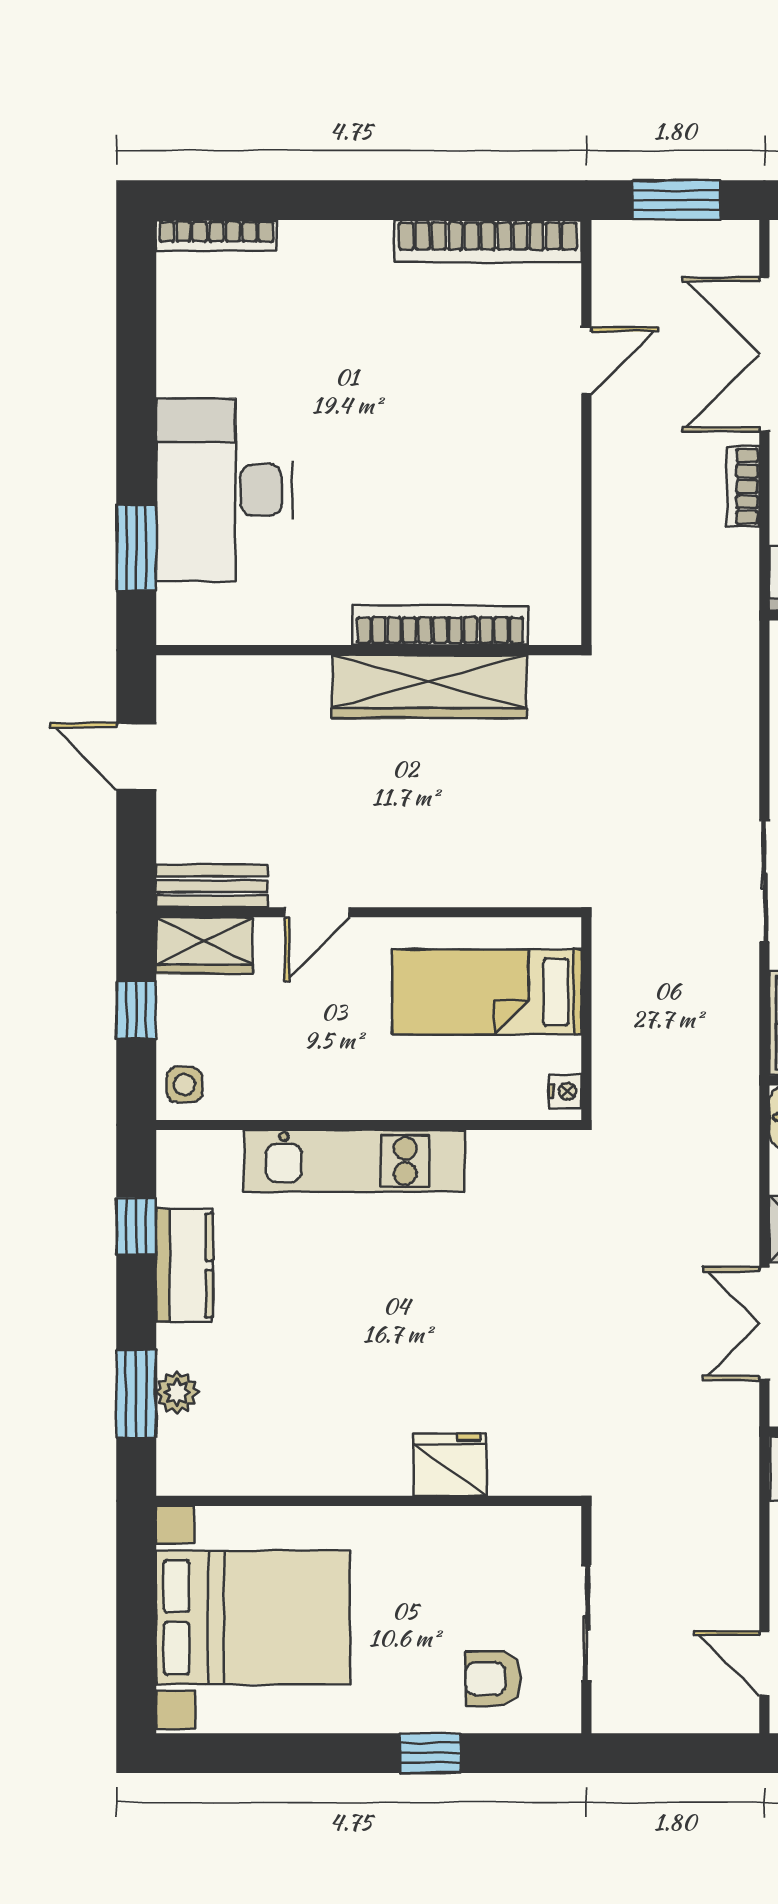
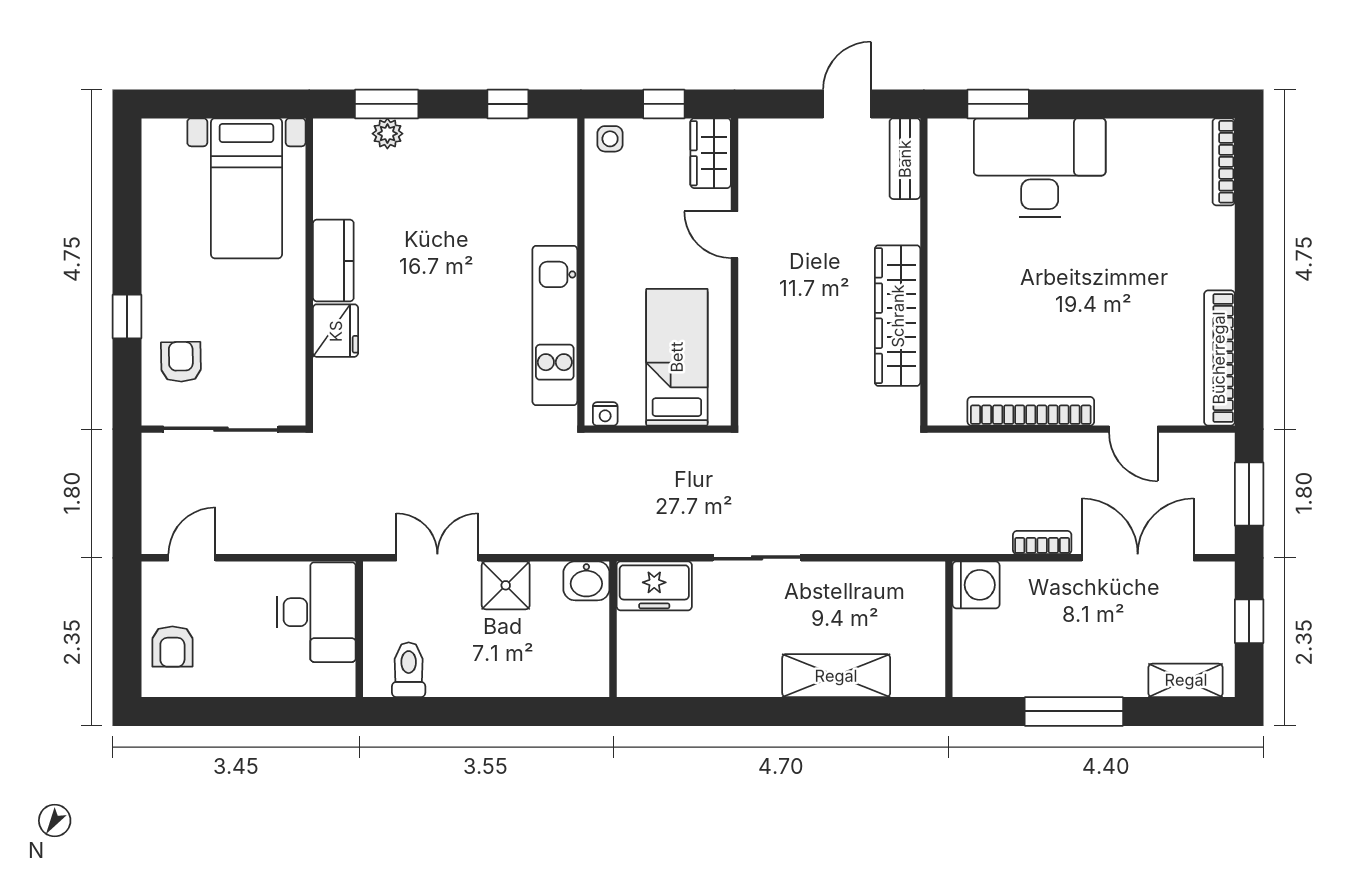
bookcase: (440, 625) -> (1031, 411), moved, turned -90
bench: (212, 886) -> (905, 159), moved
kitchen unit: (354, 1161) -> (555, 326), moved
kitchen counter: (184, 1265) -> (333, 261), moved, turned -90
bed with nightstands: (253, 1617) -> (246, 188), width x0.73
sliding door: (586, 1623) -> (221, 429), width x1.37

